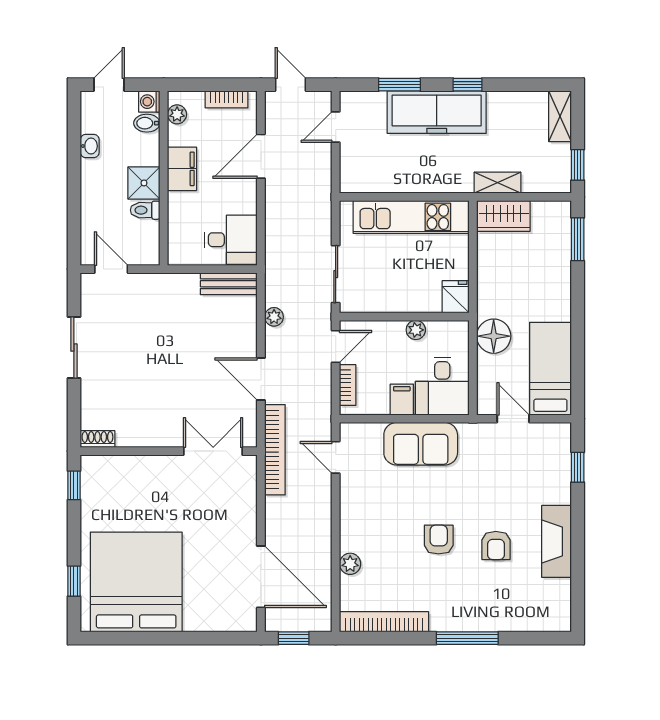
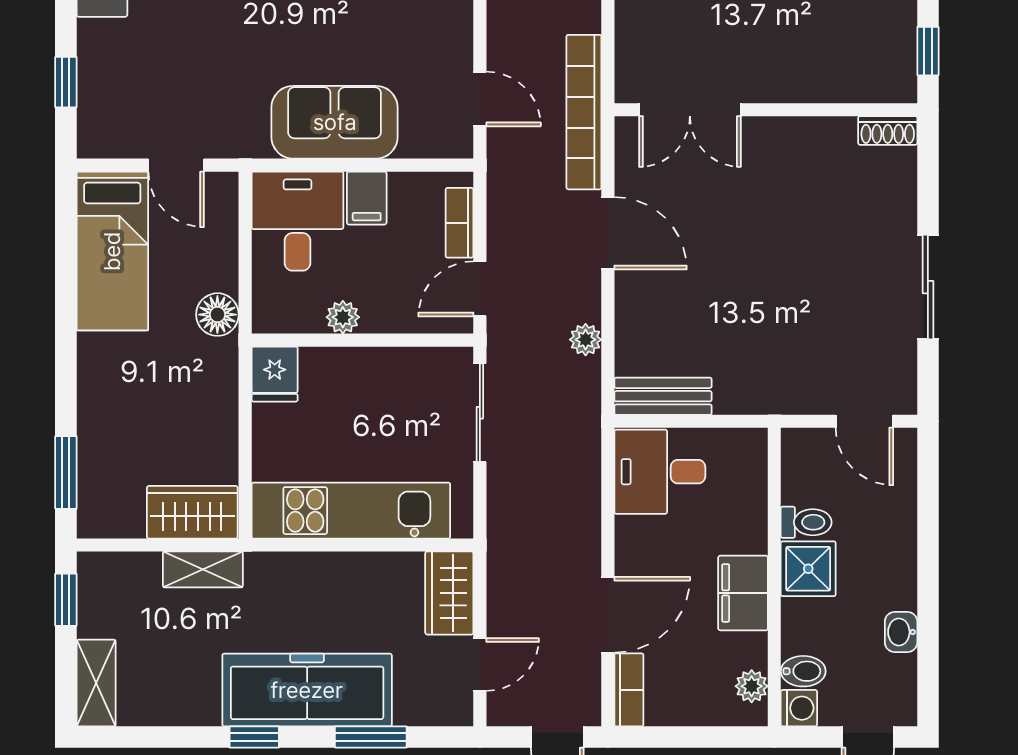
bookcase: (227, 99) -> (629, 690), moved, turned 90
wardrobe: (354, 169) -> (449, 593), added
floor lamp: (494, 336) -> (217, 315), width x0.73, depth x0.73

